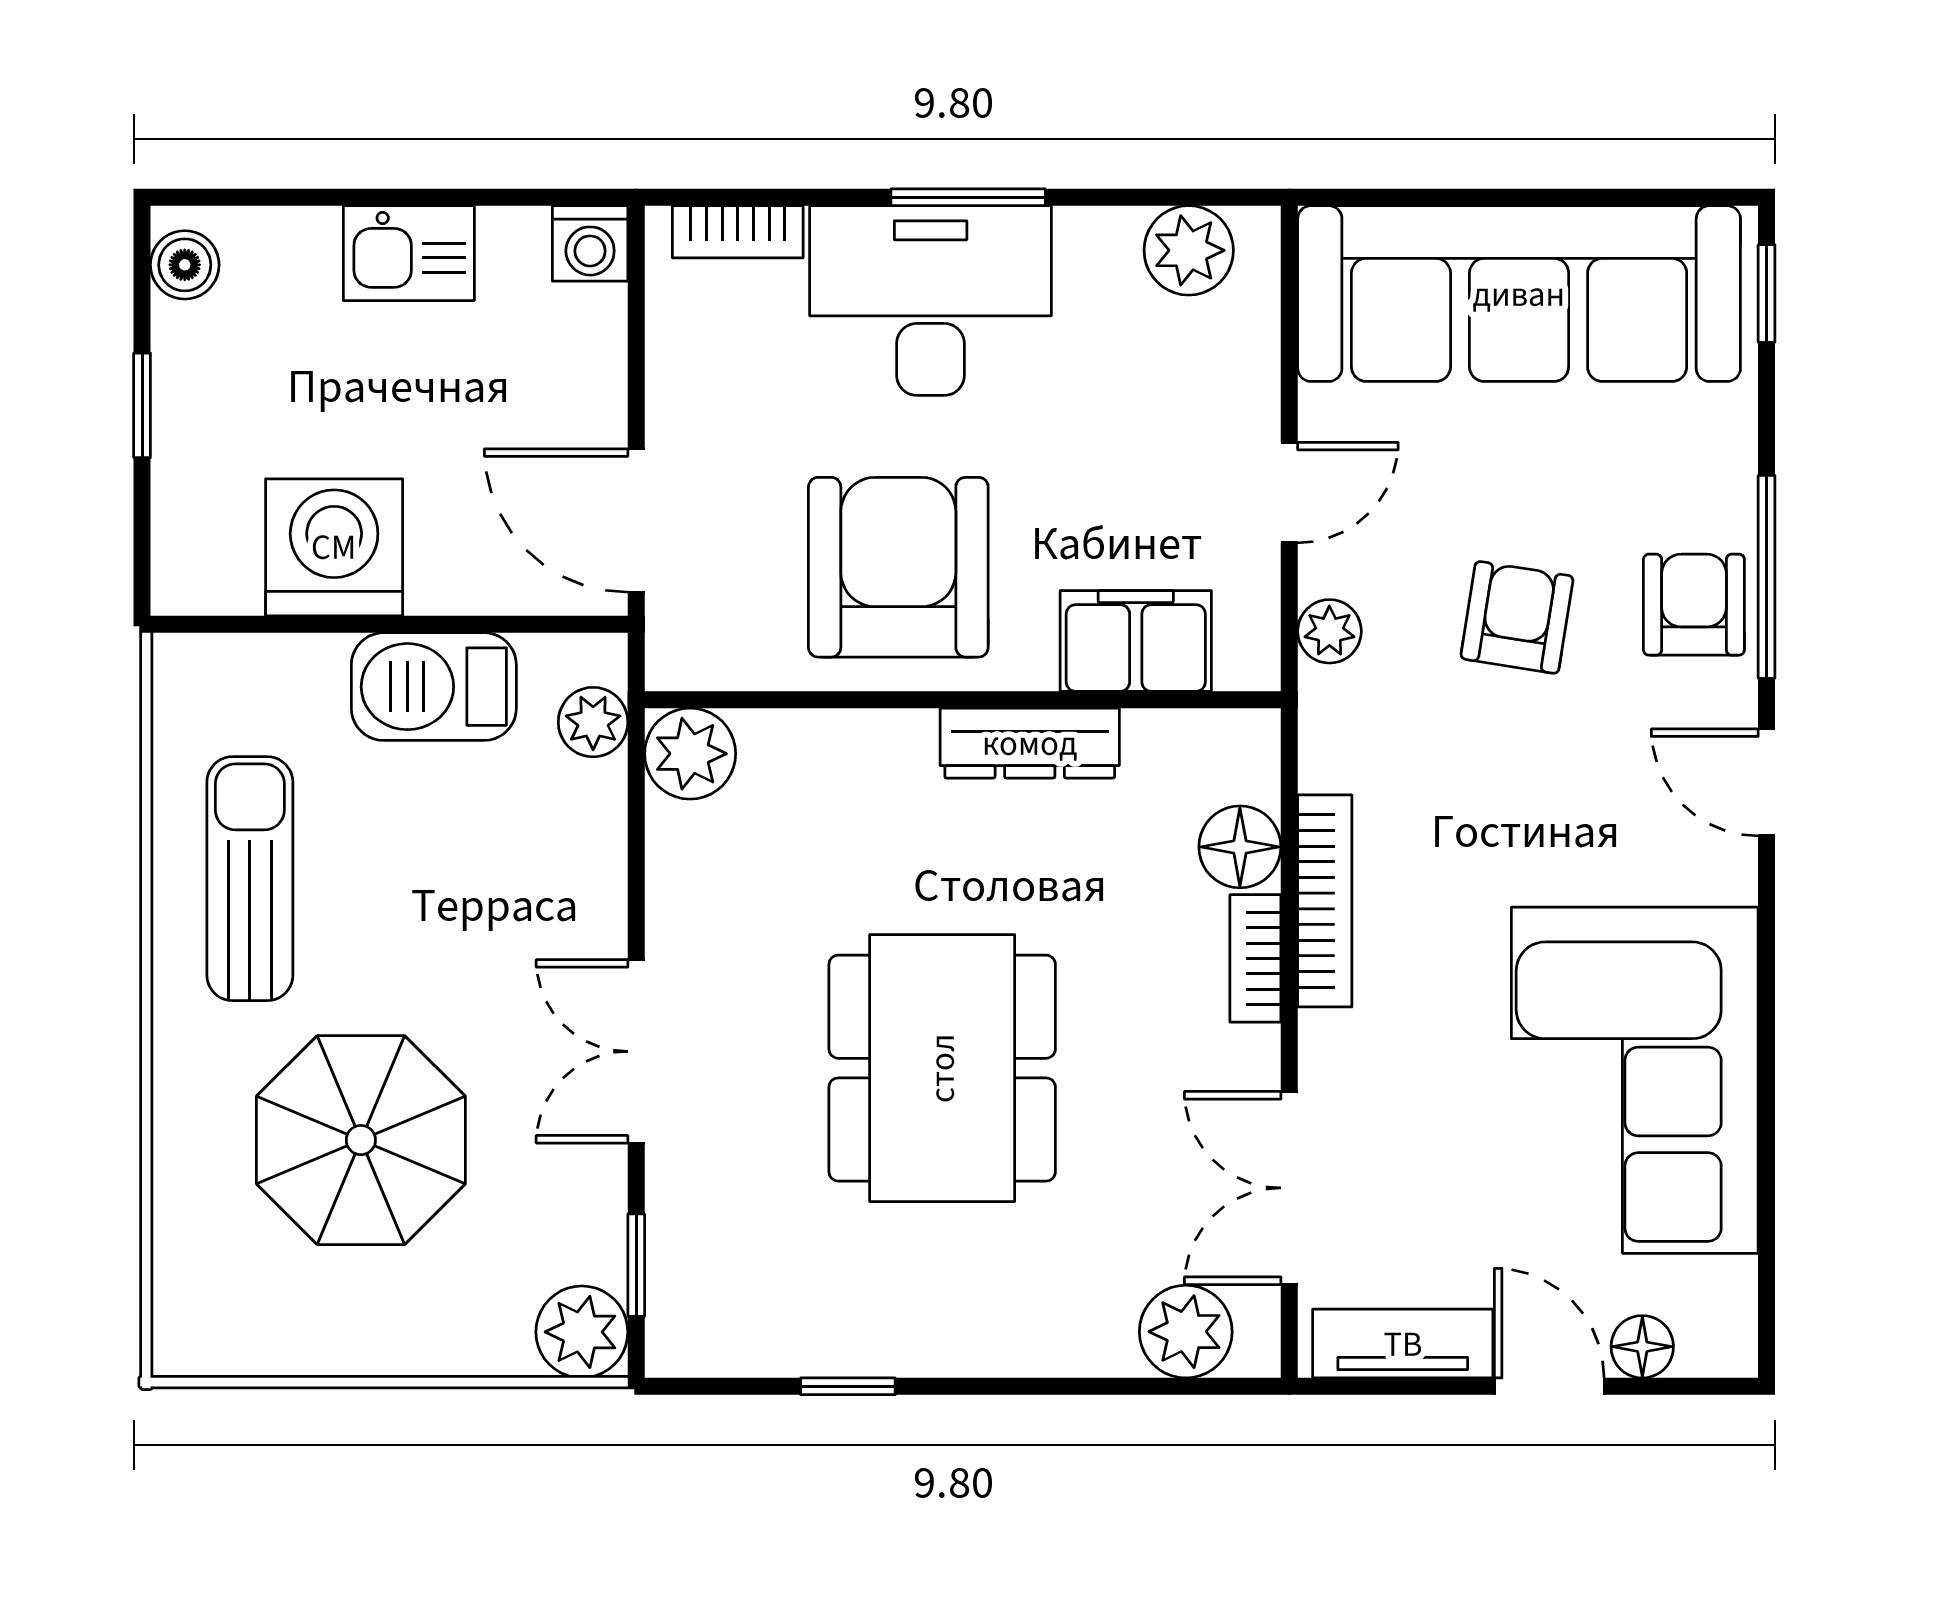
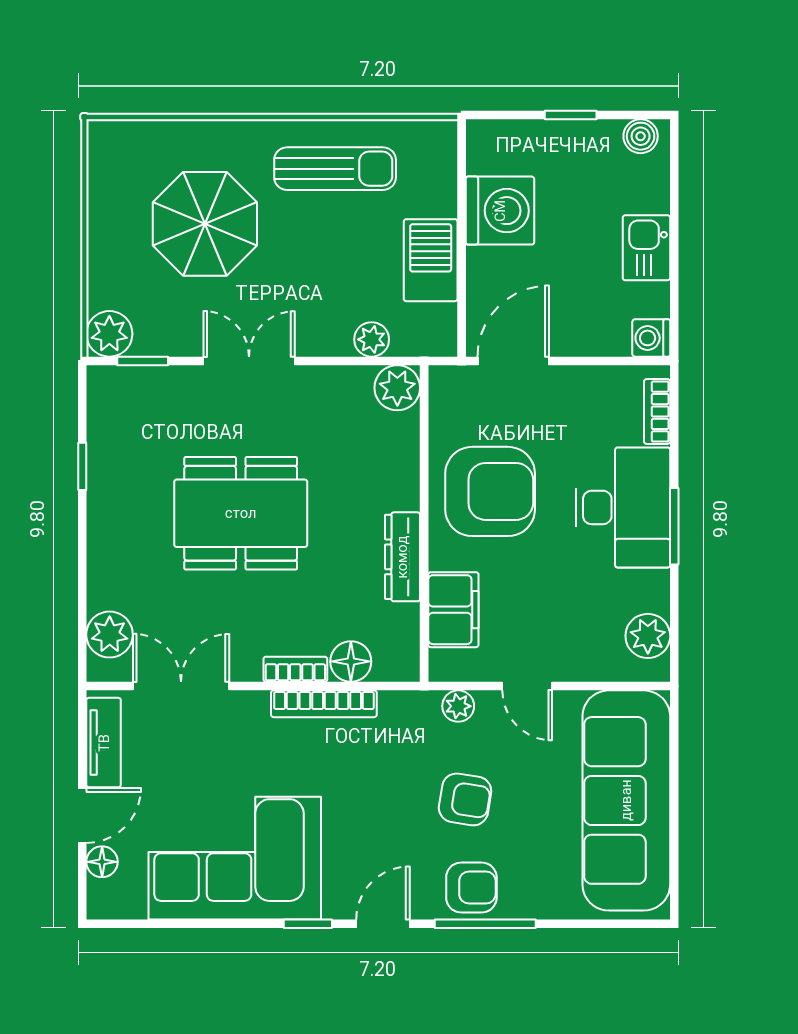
window: (1767, 293) -> (308, 924), moved
plant: (593, 722) -> (372, 339), moved

